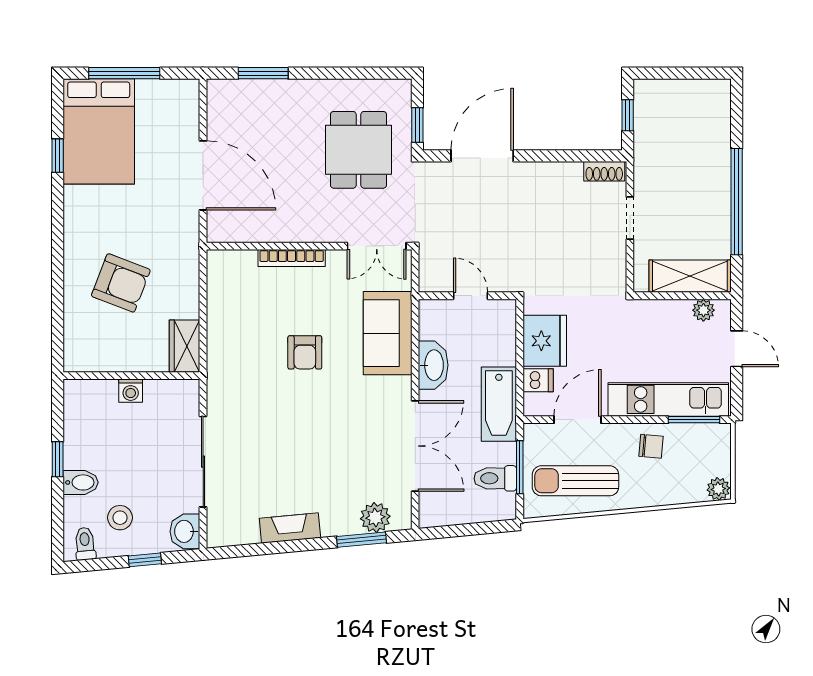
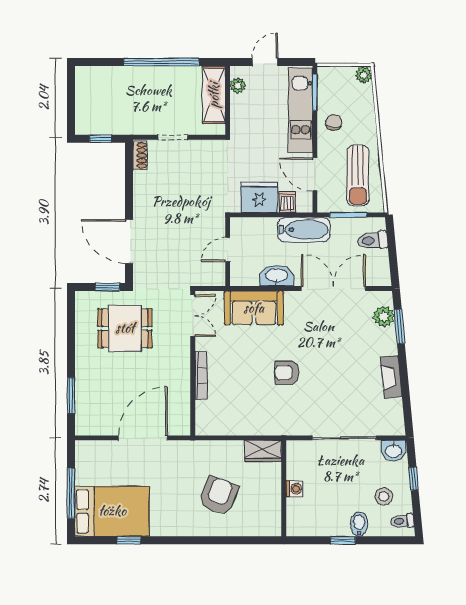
armchair: (305, 352) -> (287, 373), moved, turned 180
toilet: (495, 478) -> (372, 240), moved, turned 85

